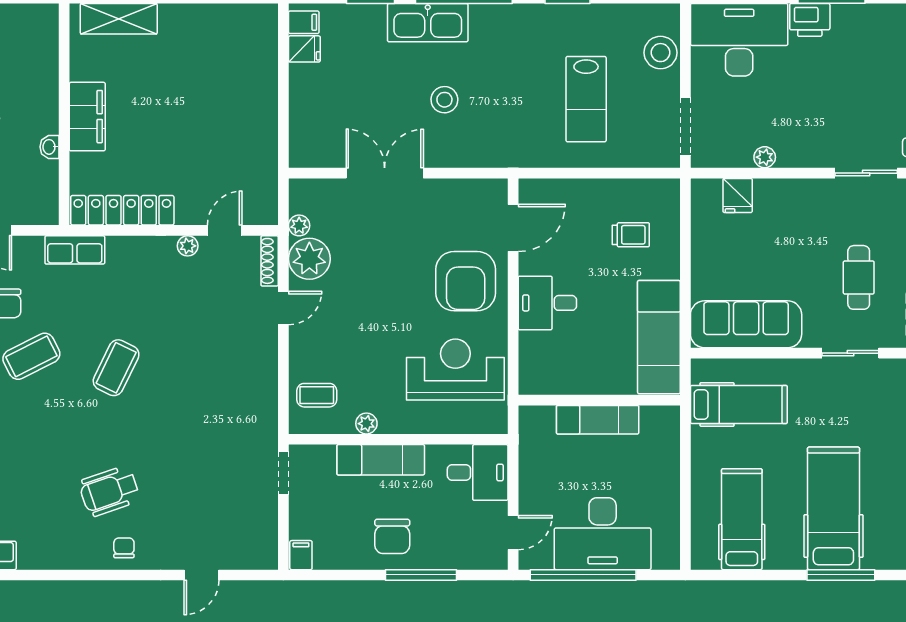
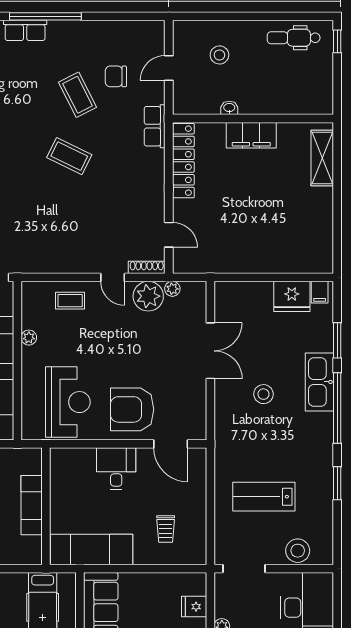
fridge: (304, 49) -> (292, 296), width x1.88, depth x1.34
plant: (188, 246) -> (158, 208), removed
coffee table: (317, 395) -> (70, 301), moved, turned 90

